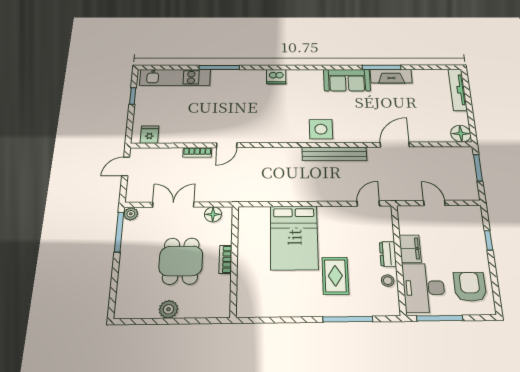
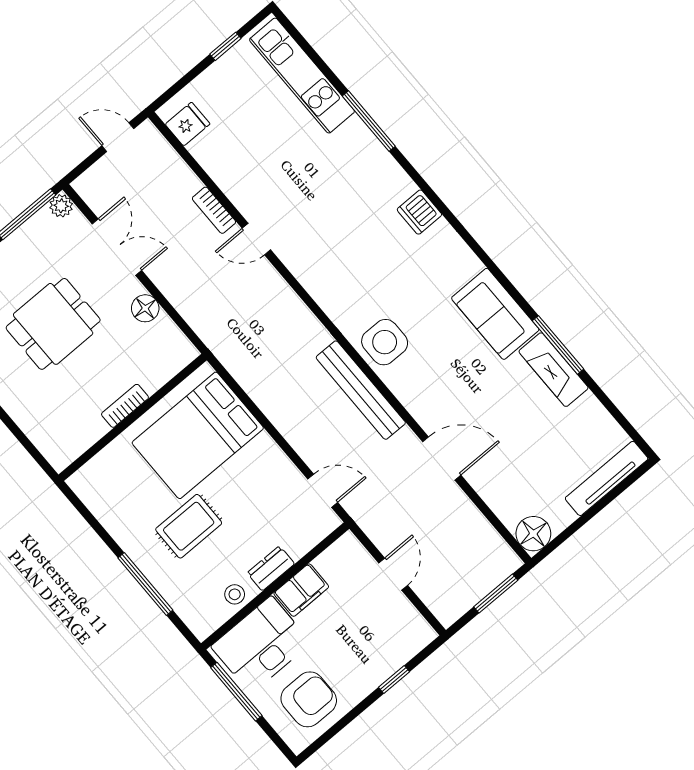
bookcase: (225, 259) -> (125, 406), moved
wall: (234, 260) -> (133, 417), moved

